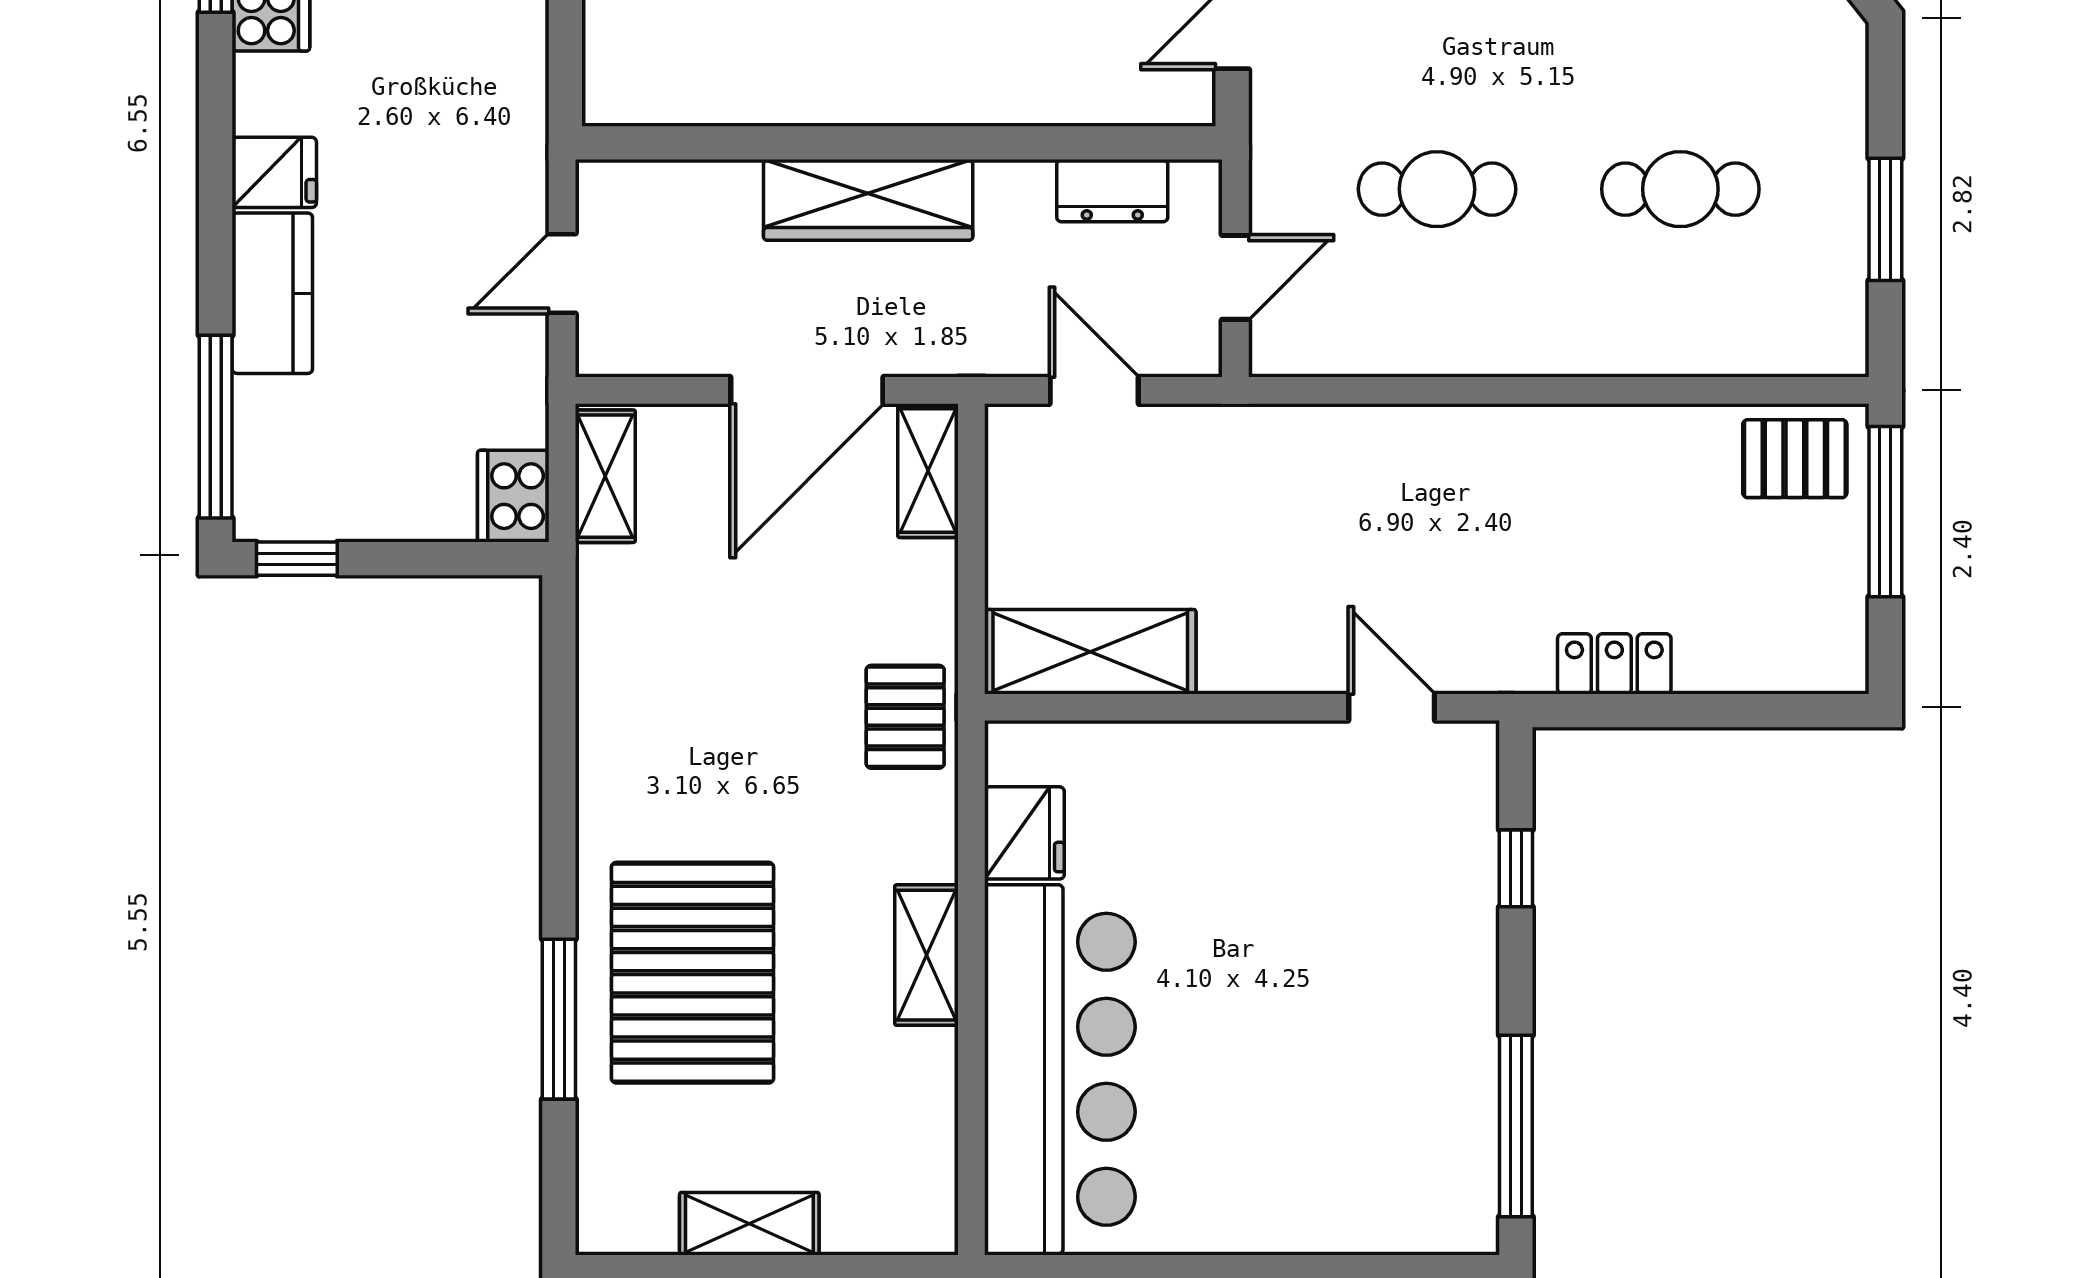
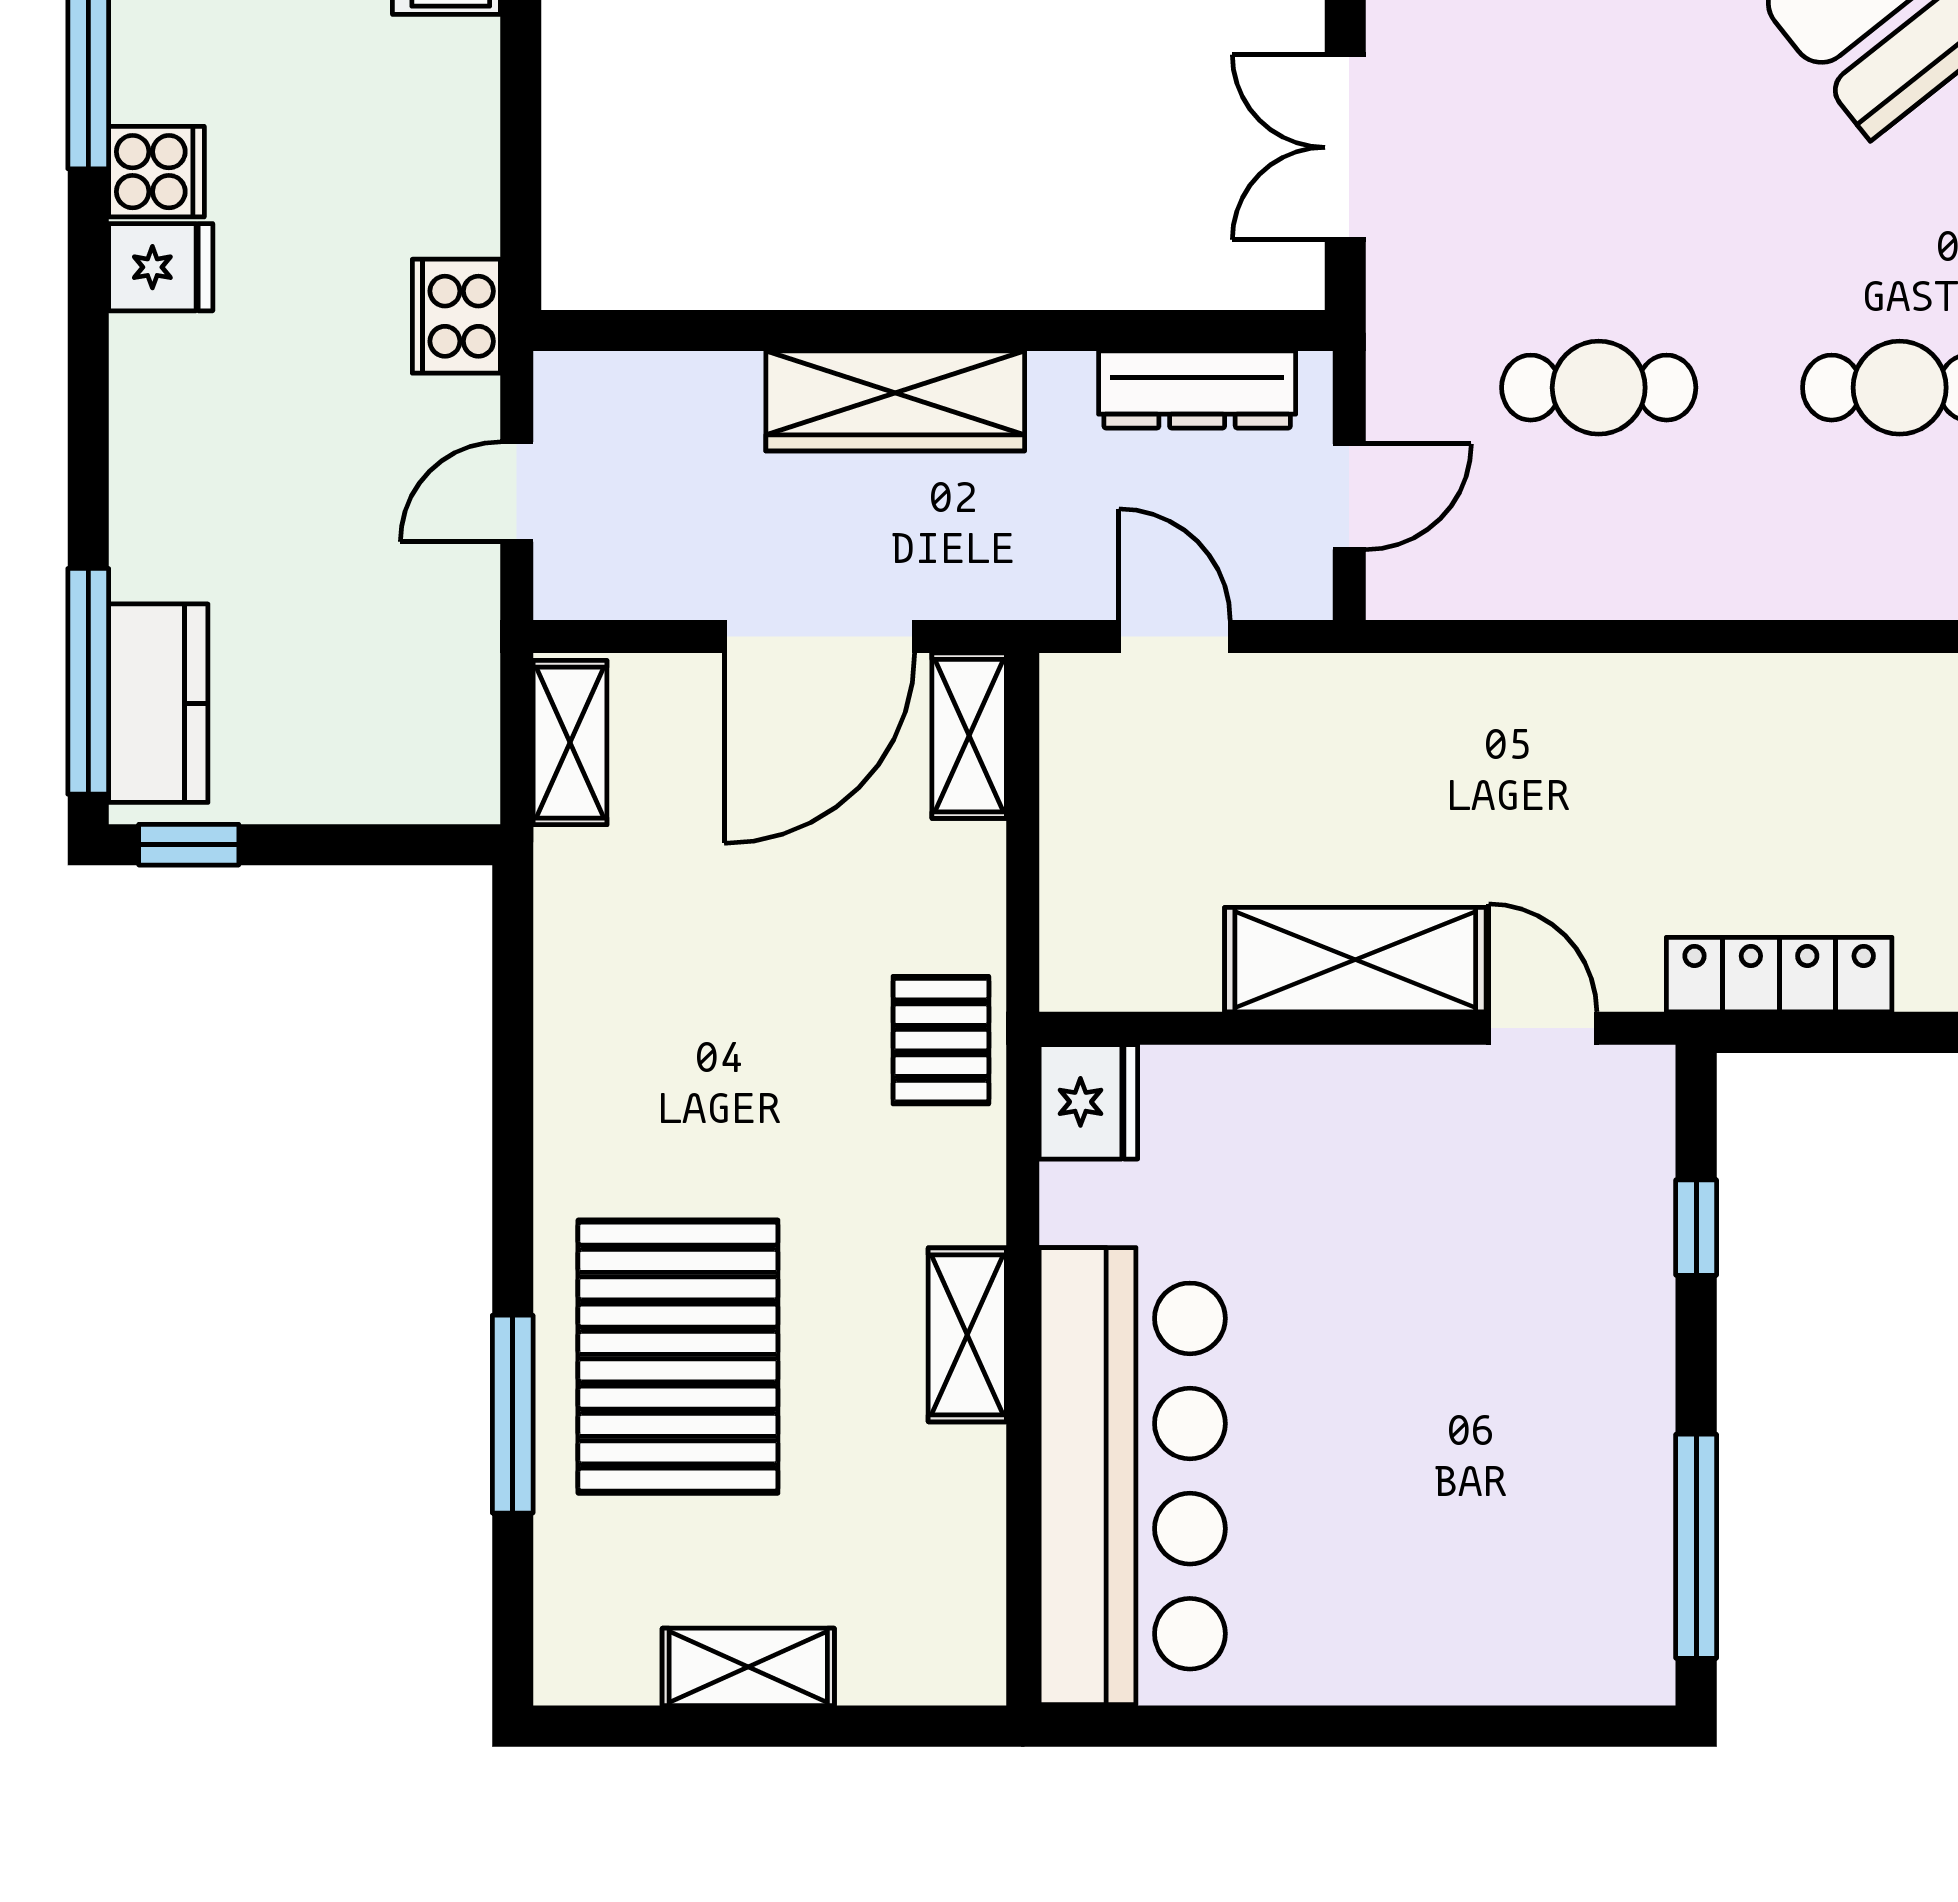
fridge: (274, 172) -> (161, 267), moved
dresser: (1112, 191) -> (1197, 389), width x1.44
kitchen counter: (272, 293) -> (158, 703), moved
cooker: (513, 496) -> (456, 316), moved
shelving: (1090, 652) -> (1355, 960), moved
locker: (1614, 664) -> (1779, 975), width x1.53
fridge: (1024, 833) -> (1088, 1102), moved

